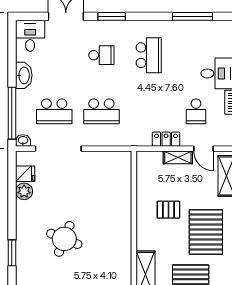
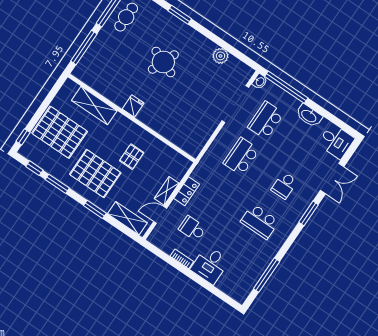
fridge: (25, 174) -> (133, 106), moved, turned 180

